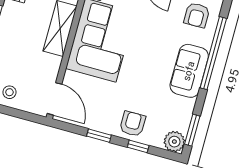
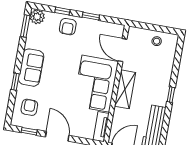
window: (213, 53) -> (15, 82), width x0.32
door: (55, 99) -> (122, 50), moved

